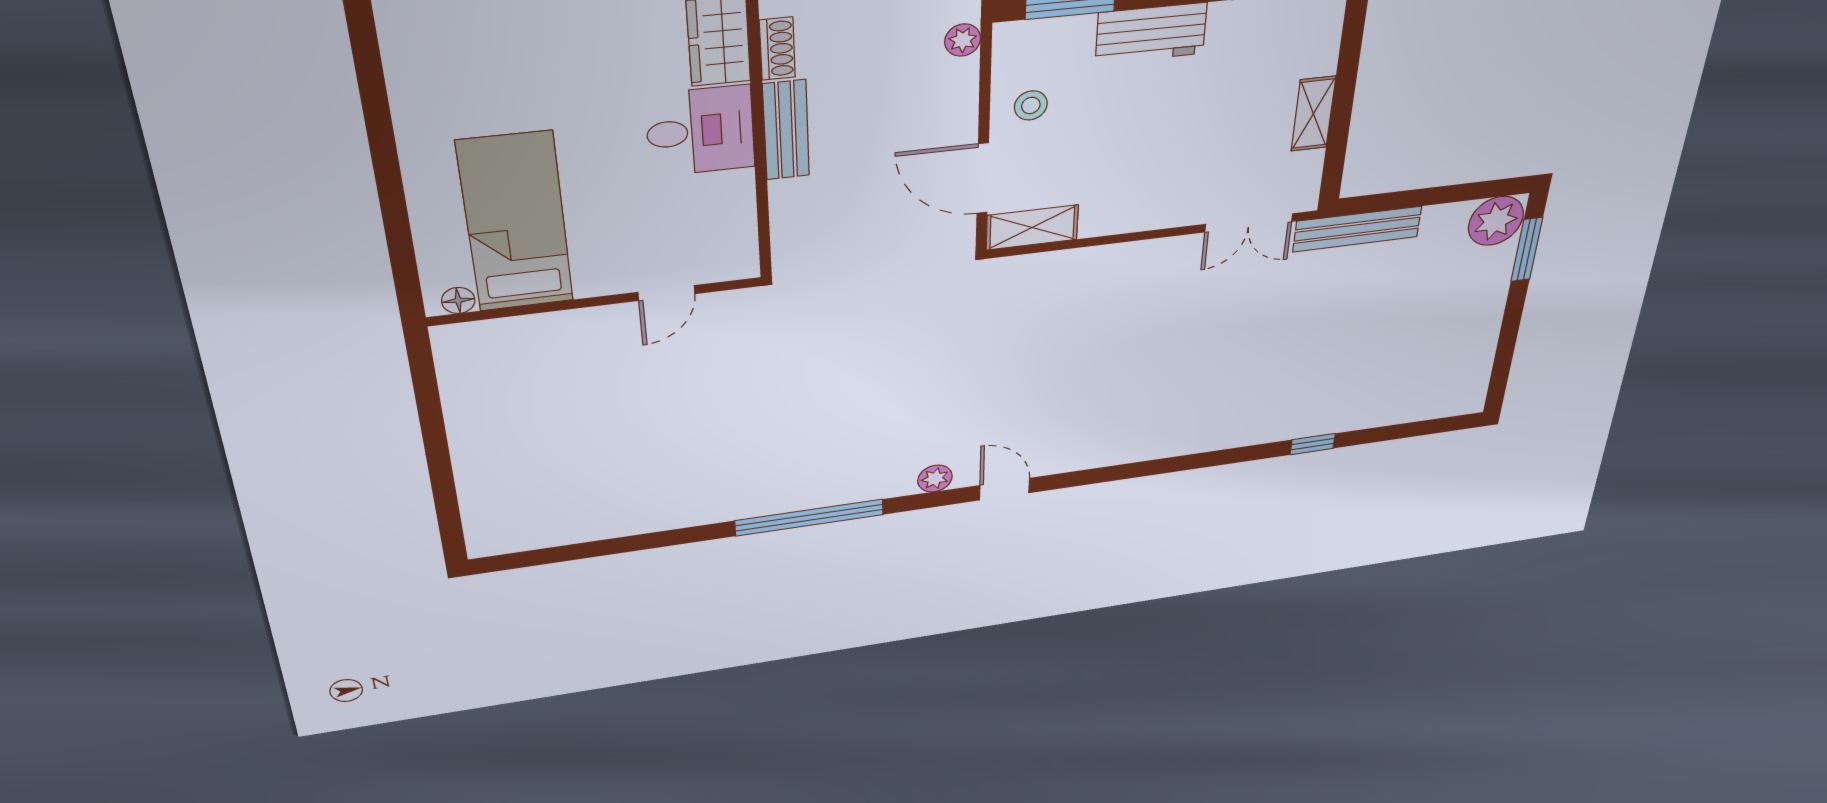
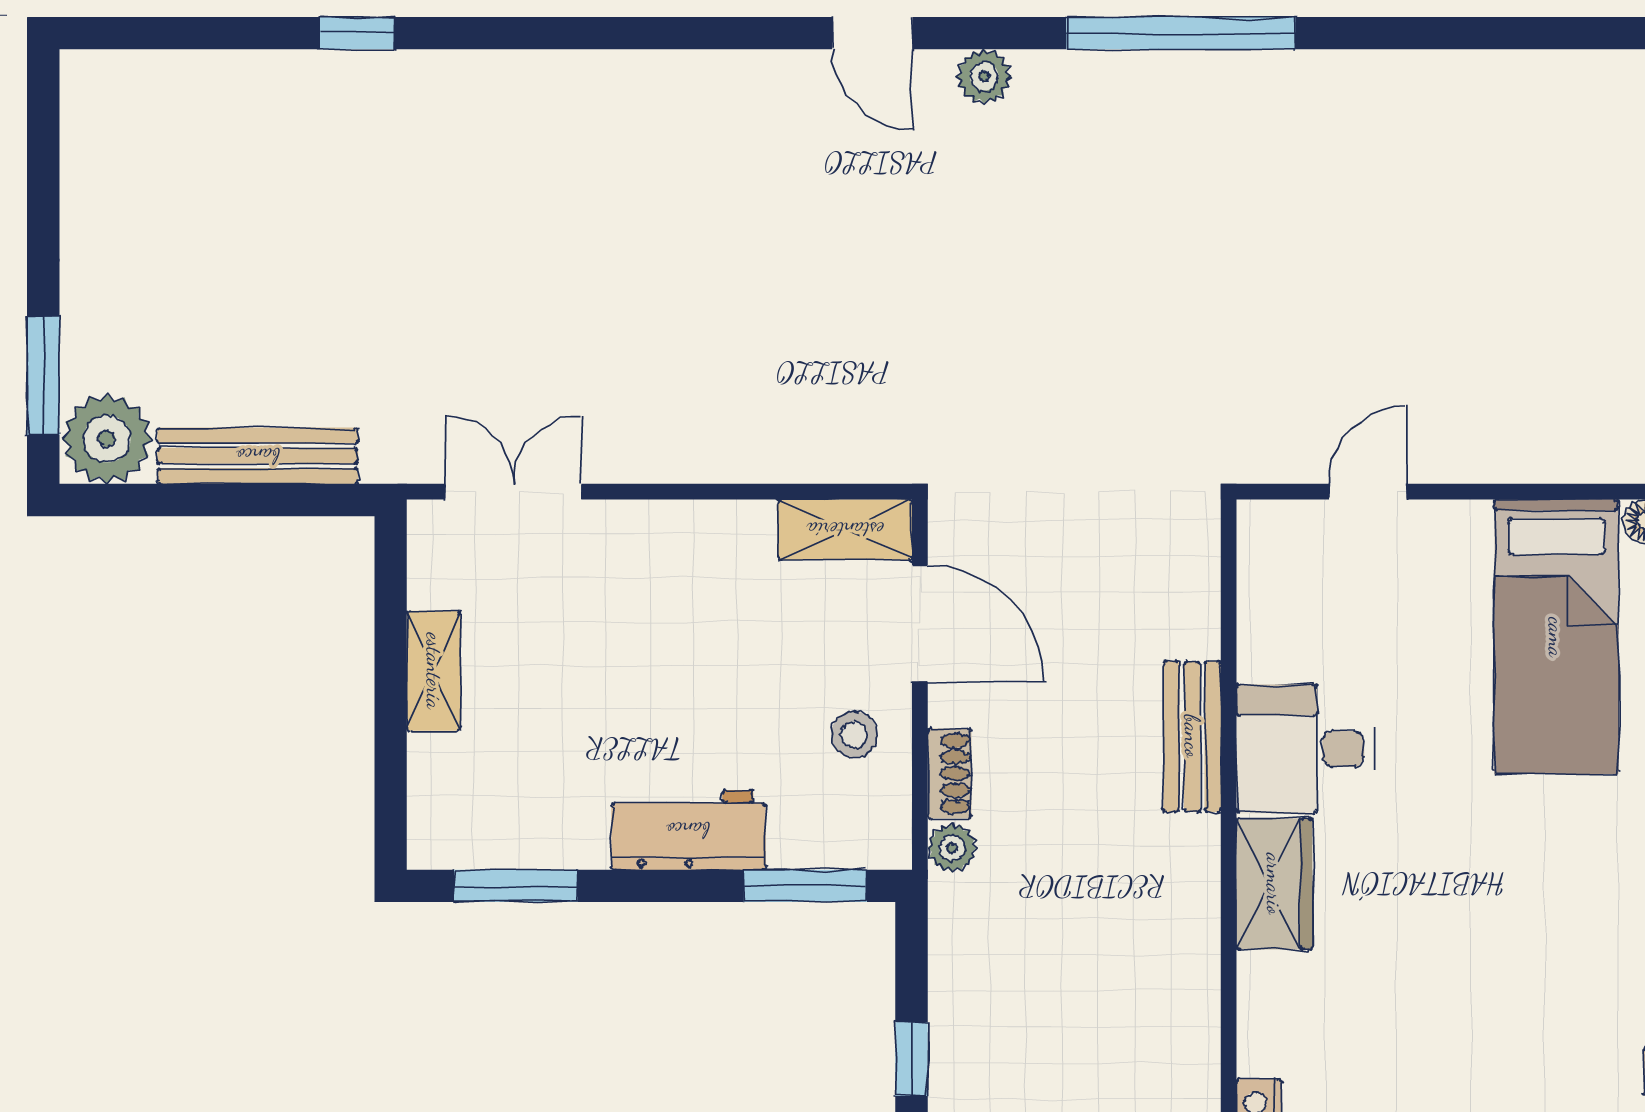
shoe rack: (777, 49) -> (949, 773), moved, turned 180
bench: (1357, 229) -> (258, 456), moved

